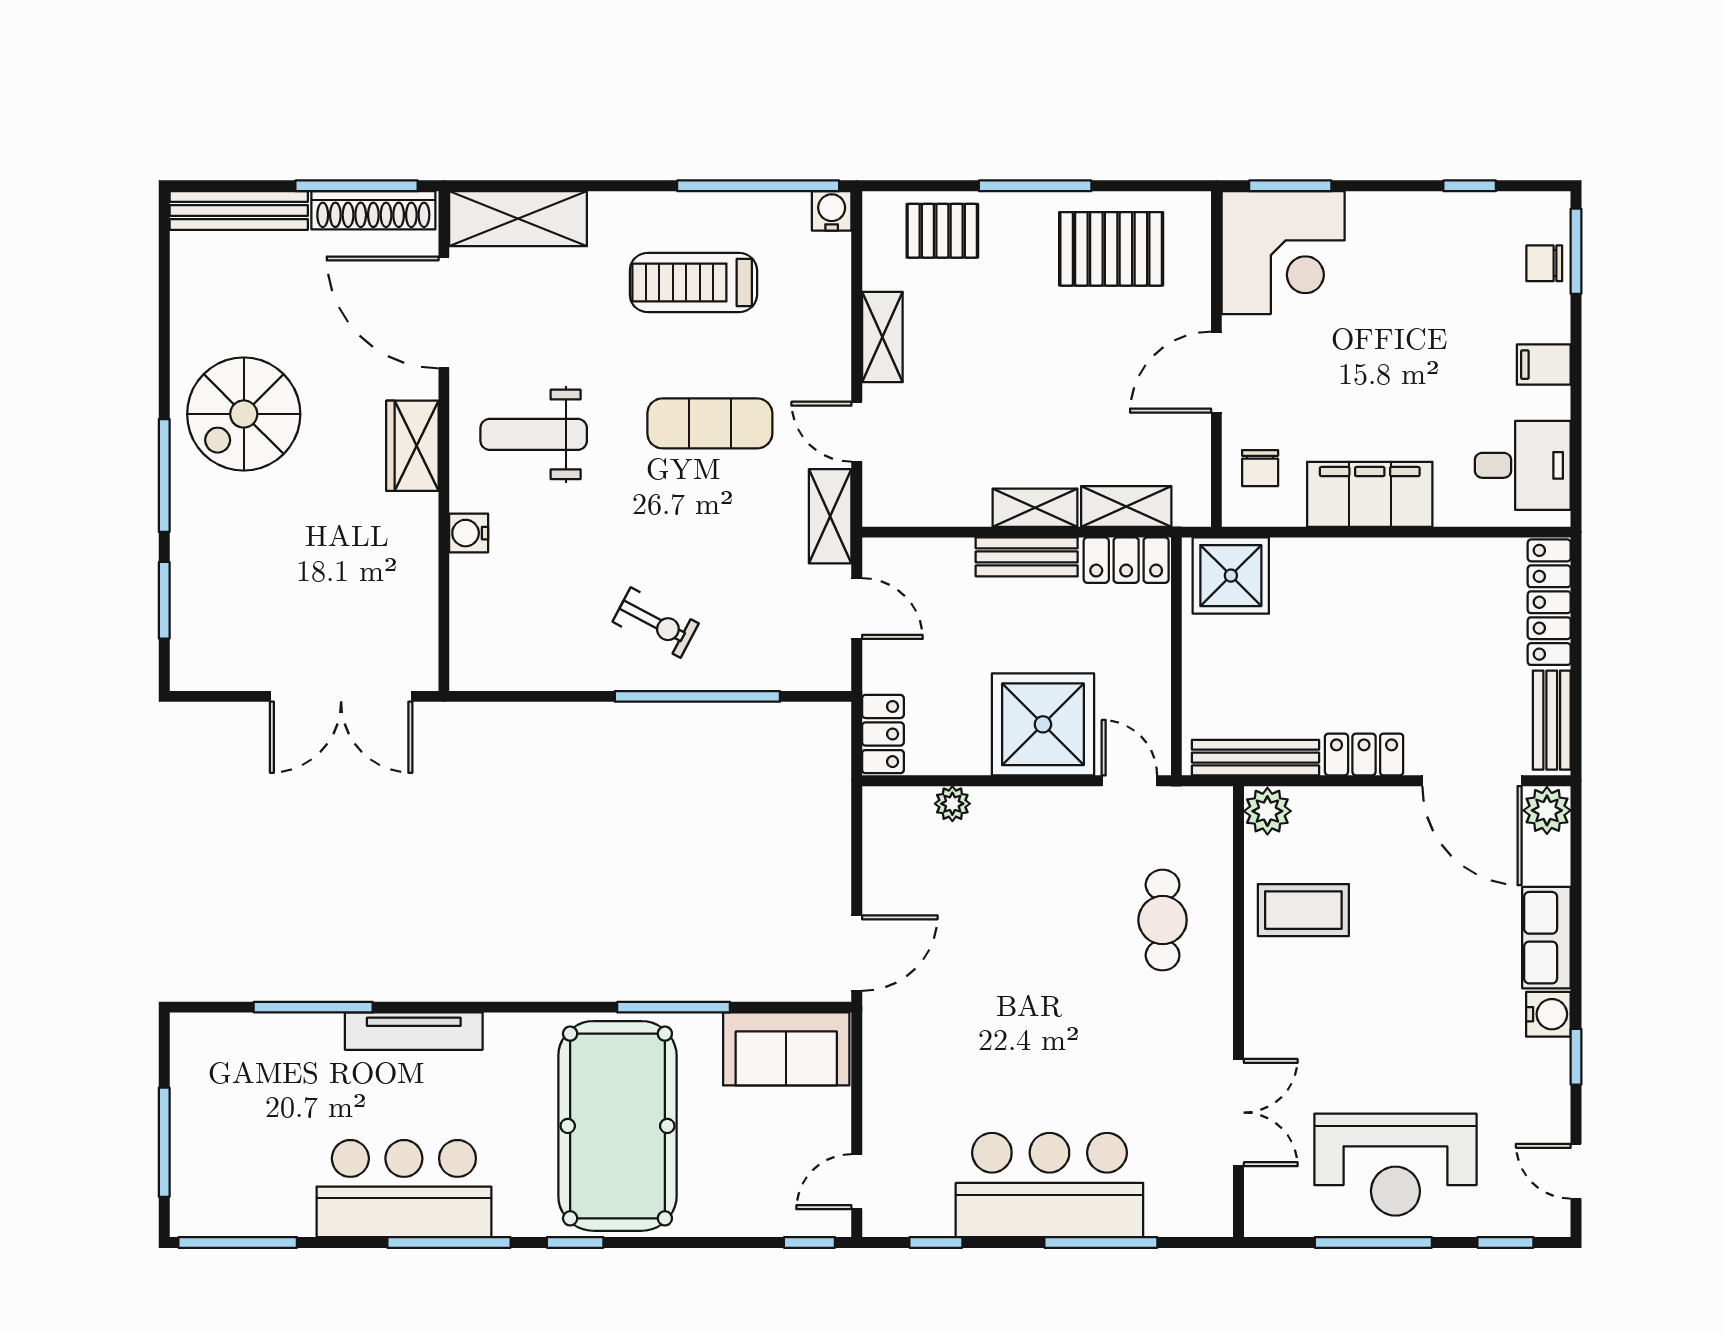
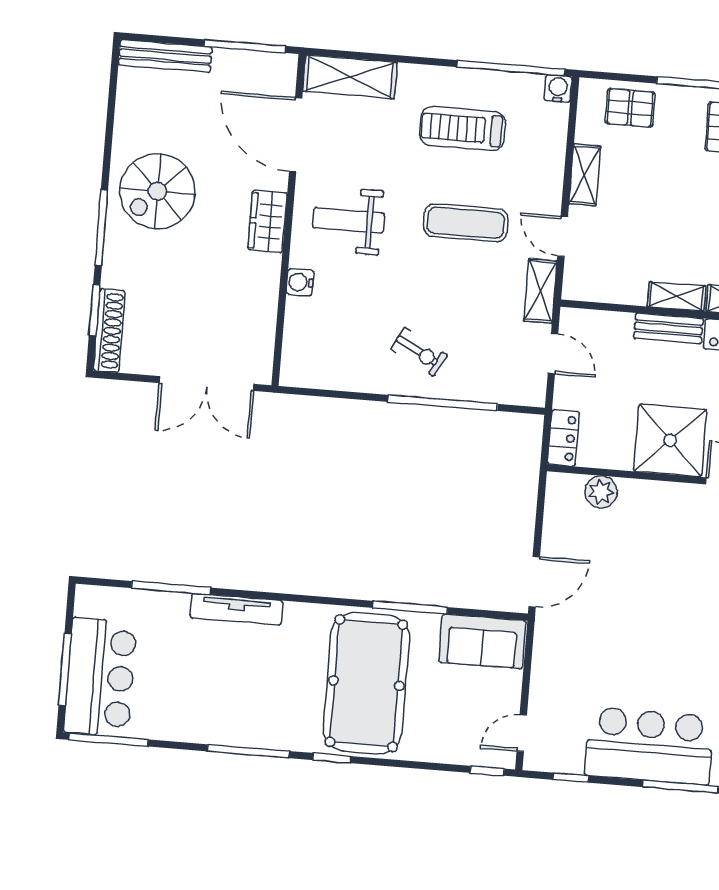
shoe rack: (373, 210) -> (109, 331), moved, turned -90
plant: (952, 804) -> (601, 492), width x1.38, depth x1.38
bar counter: (404, 1189) -> (100, 677), moved, turned 90

